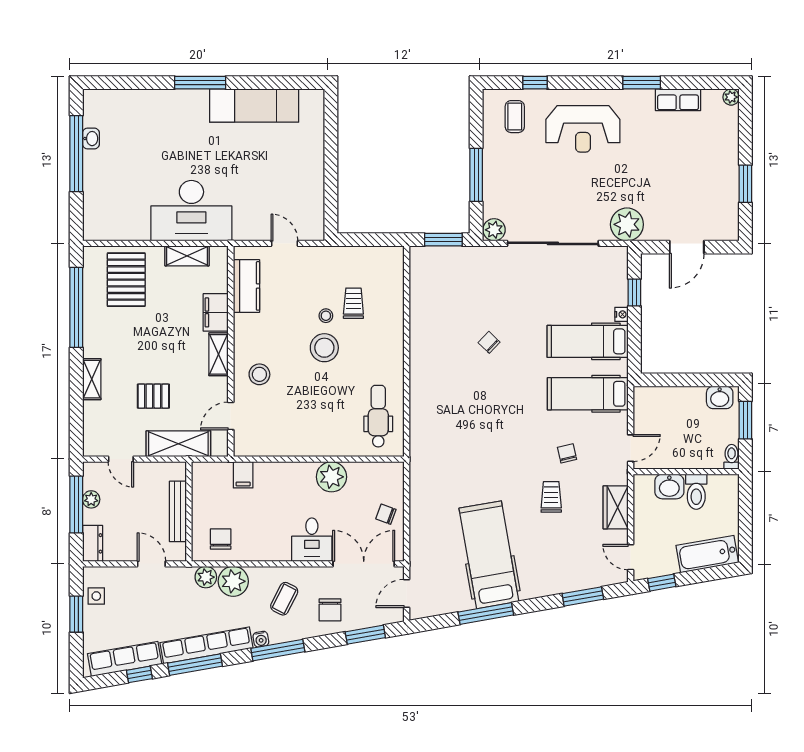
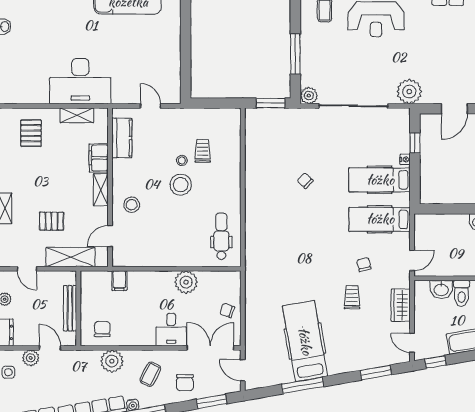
pallet: (126, 280) -> (31, 133), width x0.67, depth x0.71
plant: (206, 577) -> (31, 358), moved
door: (407, 593) -> (243, 370), hinge flipped

